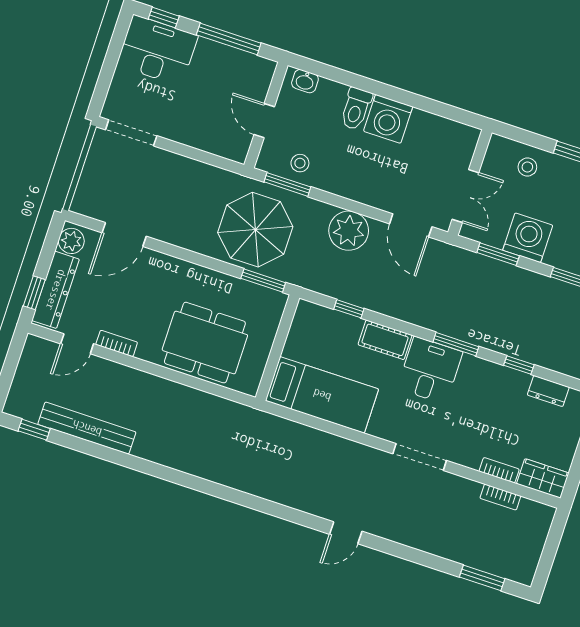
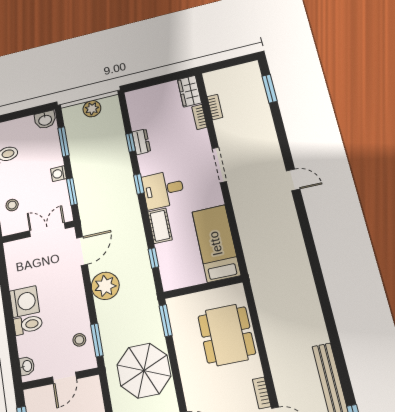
parasol: (255, 230) -> (144, 370), moved
washing machine: (528, 238) -> (58, 174), width x0.53, depth x0.53
window: (456, 344) -> (139, 184), width x0.67
dresser: (548, 391) -> (141, 142), moved

